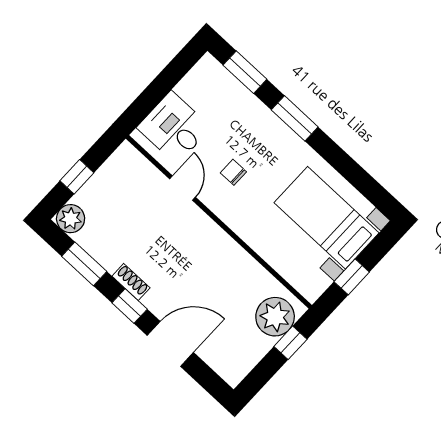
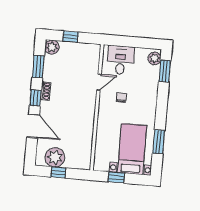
plant: (213, 73) -> (154, 58), added
window: (295, 118) -> (159, 142), moved
plant: (275, 317) -> (55, 157), moved
window: (290, 343) -> (58, 172), moved

